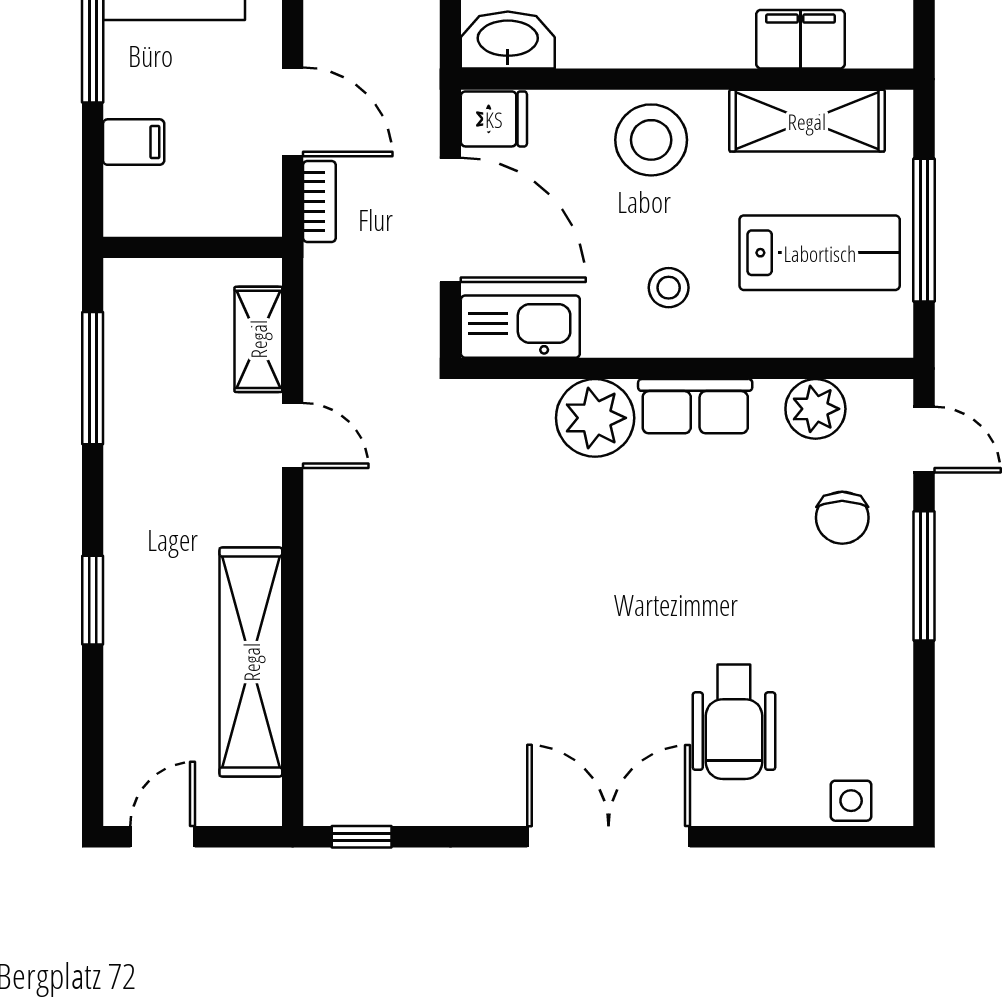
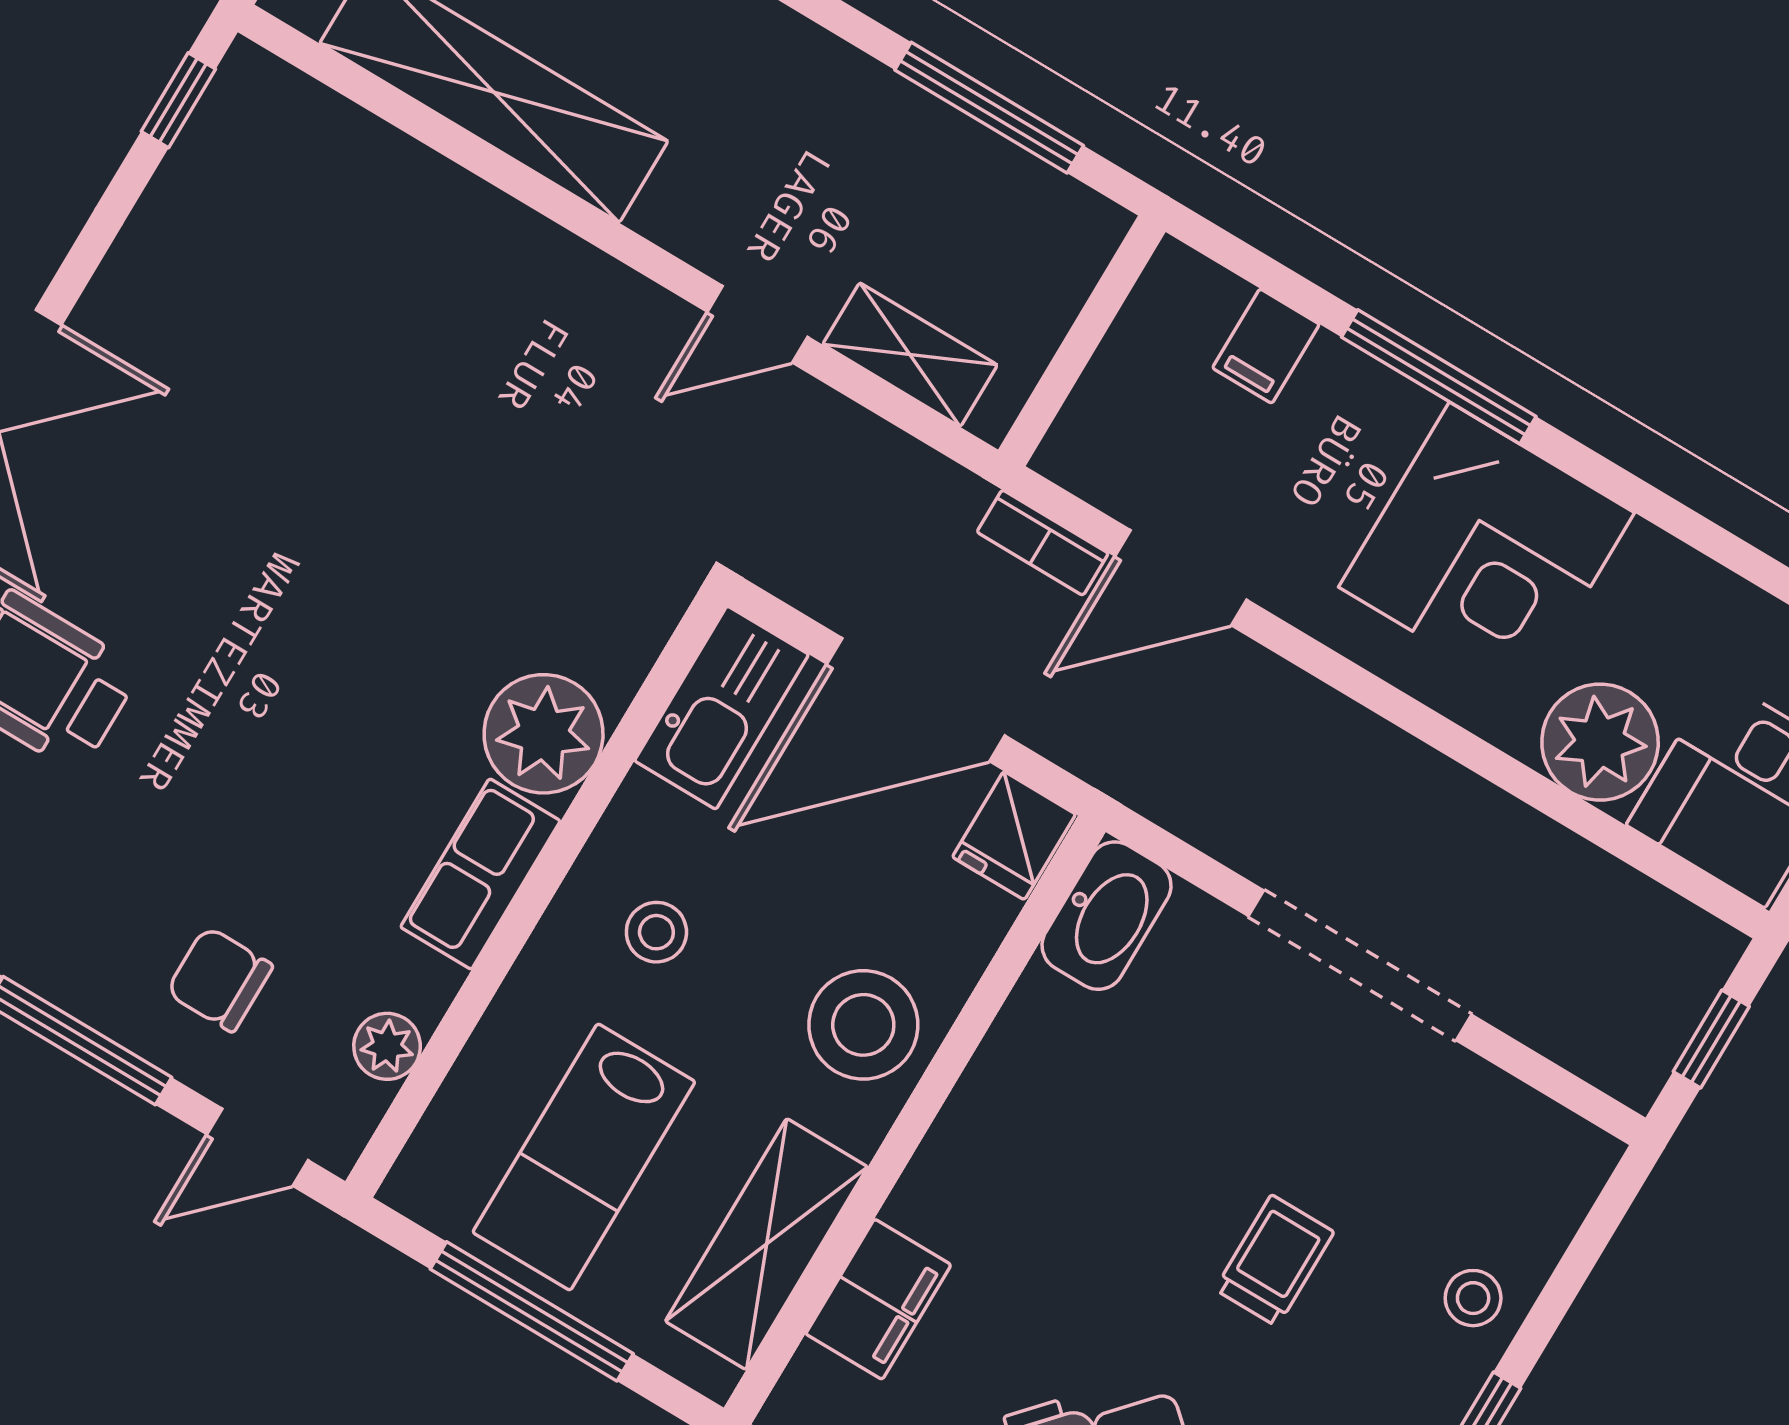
plant: (815, 409) -> (387, 1046), width x0.73, depth x0.73

